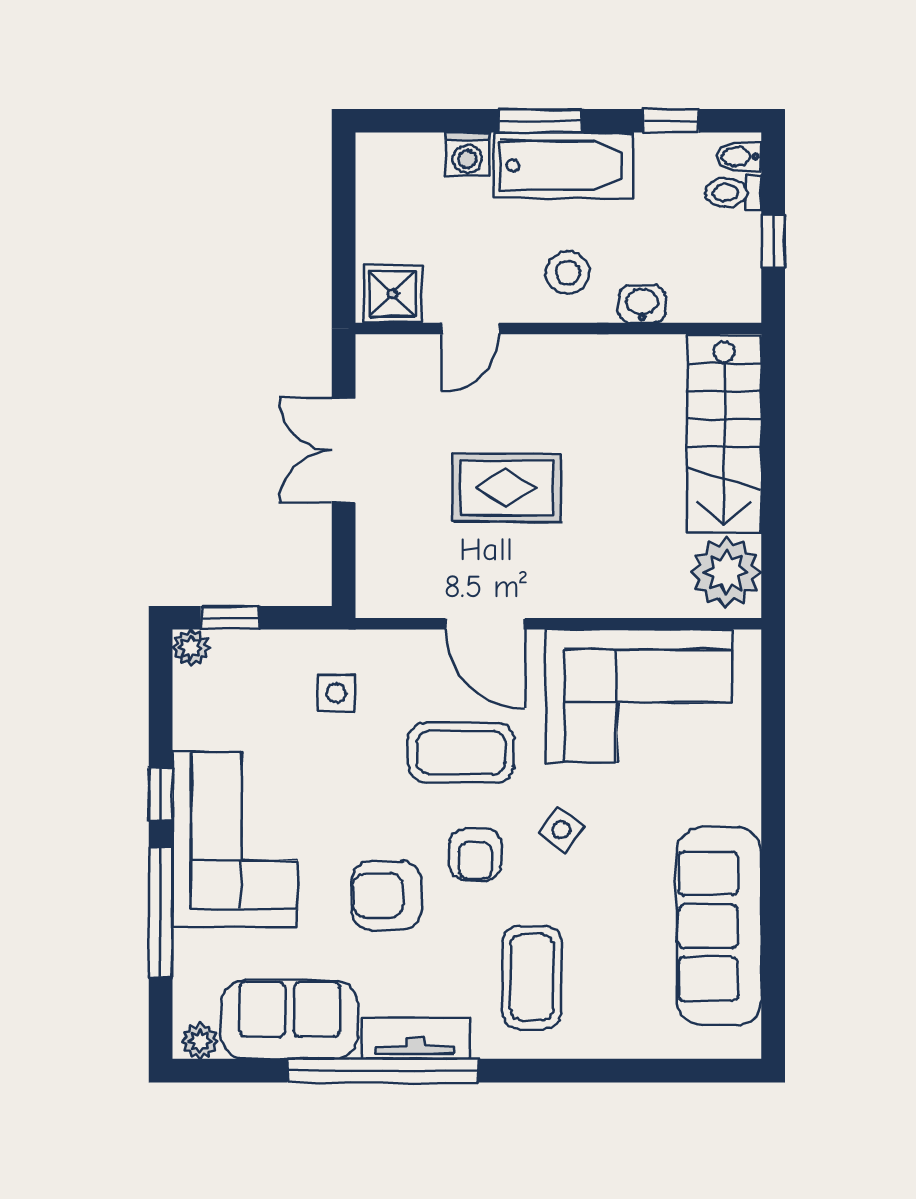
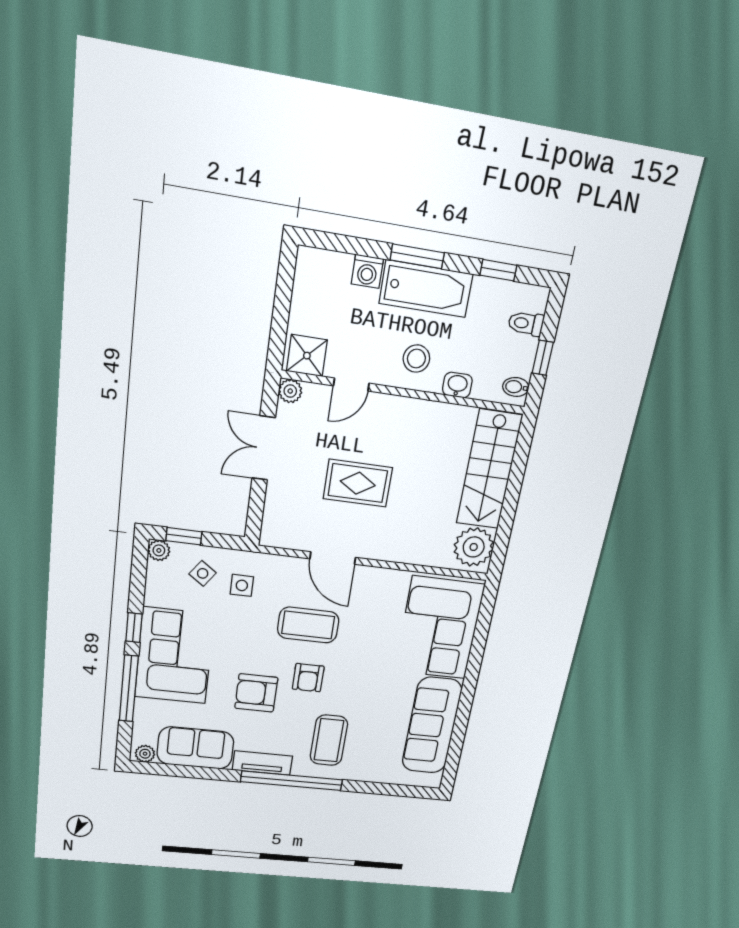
bidet: (739, 157) -> (516, 387), moved
plant: (374, 353) -> (290, 391), added
corner sofa: (639, 696) -> (439, 628), moved, turned 90
side table: (561, 829) -> (203, 573), moved
window: (382, 1071) -> (292, 781), moved

